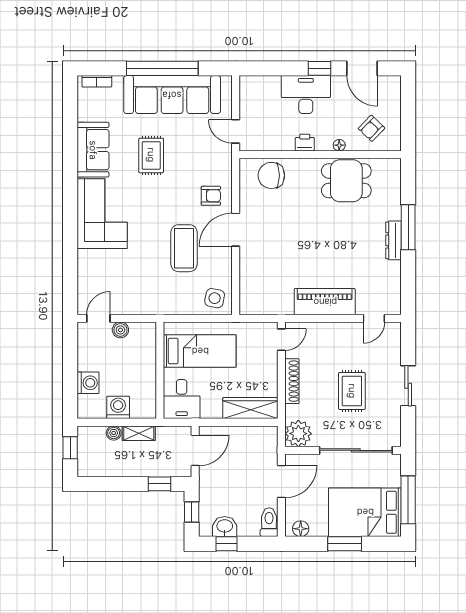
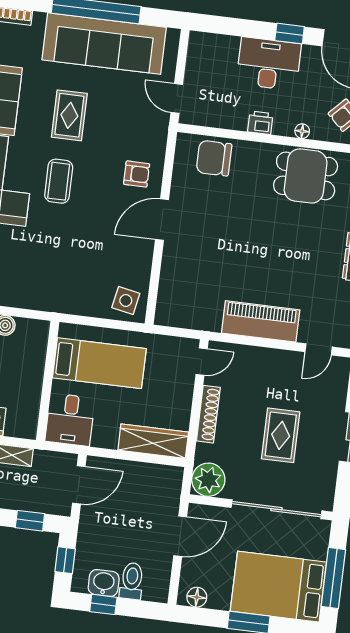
coffee table: (184, 248) -> (59, 181), moved, width x0.73, depth x0.76
toilet: (269, 522) -> (132, 581), moved

